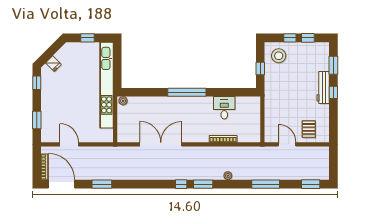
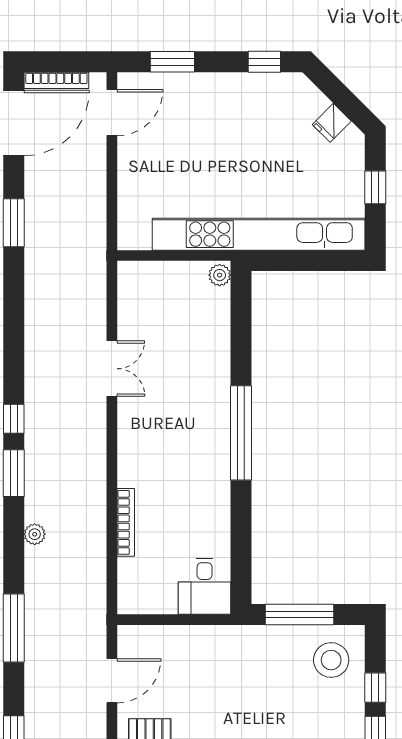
fridge: (53, 64) -> (332, 123), moved
window: (260, 69) -> (299, 614), width x2.17
desk: (224, 108) -> (205, 586), moved, turned 90
door: (69, 144) -> (112, 113), moved
double door: (161, 144) -> (112, 369), width x0.54

